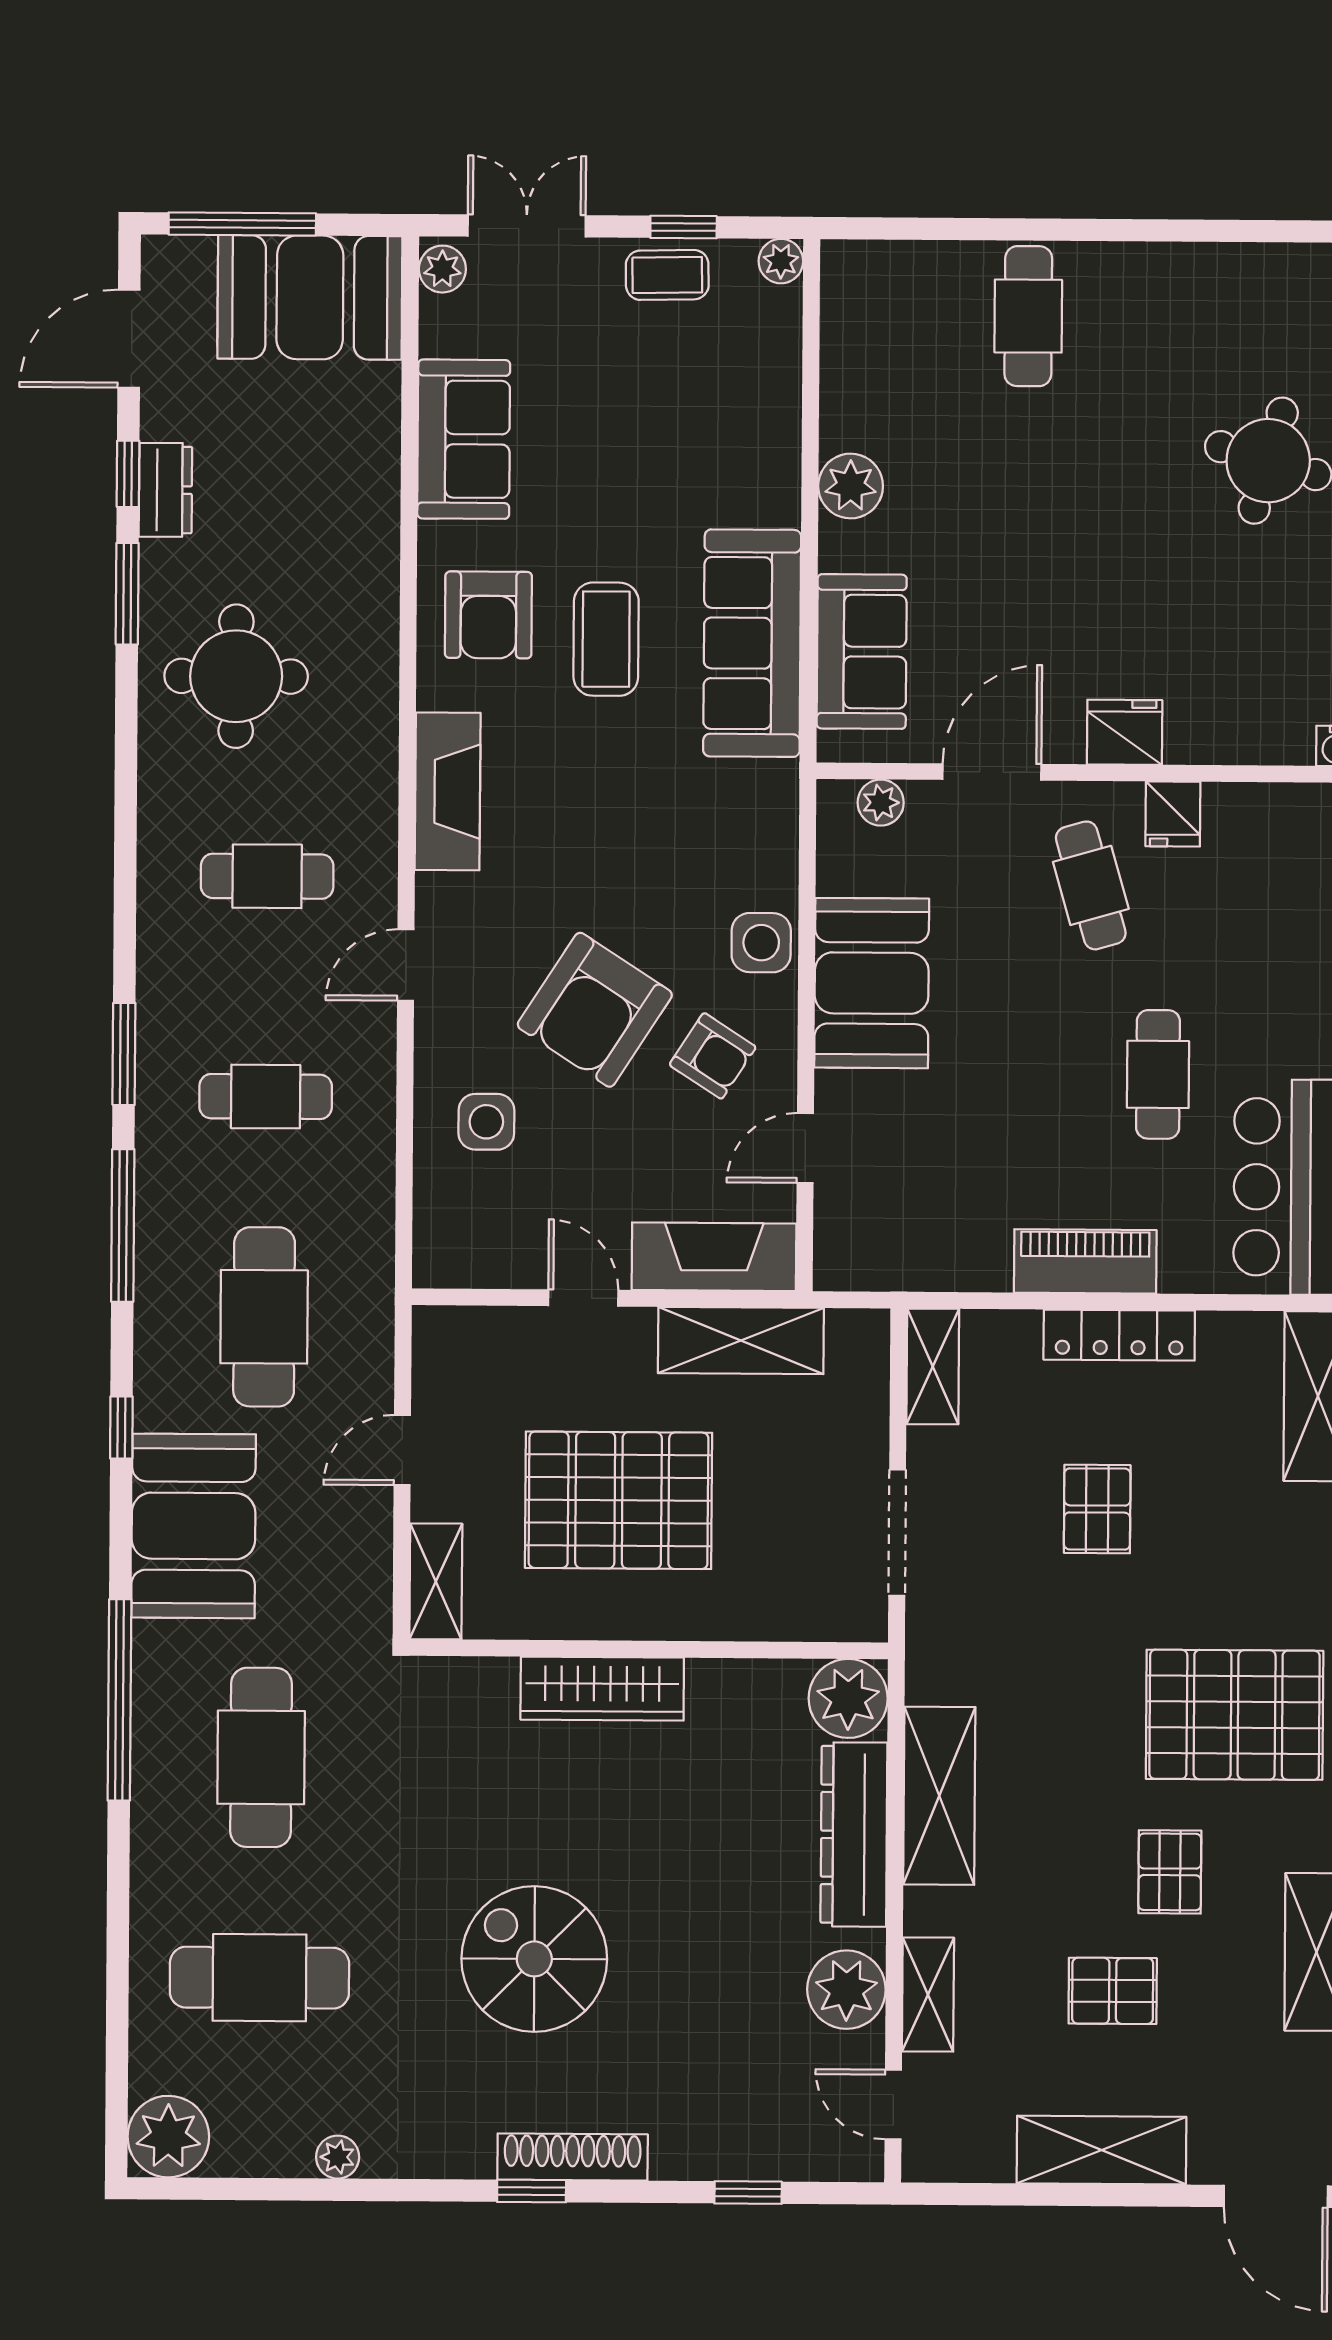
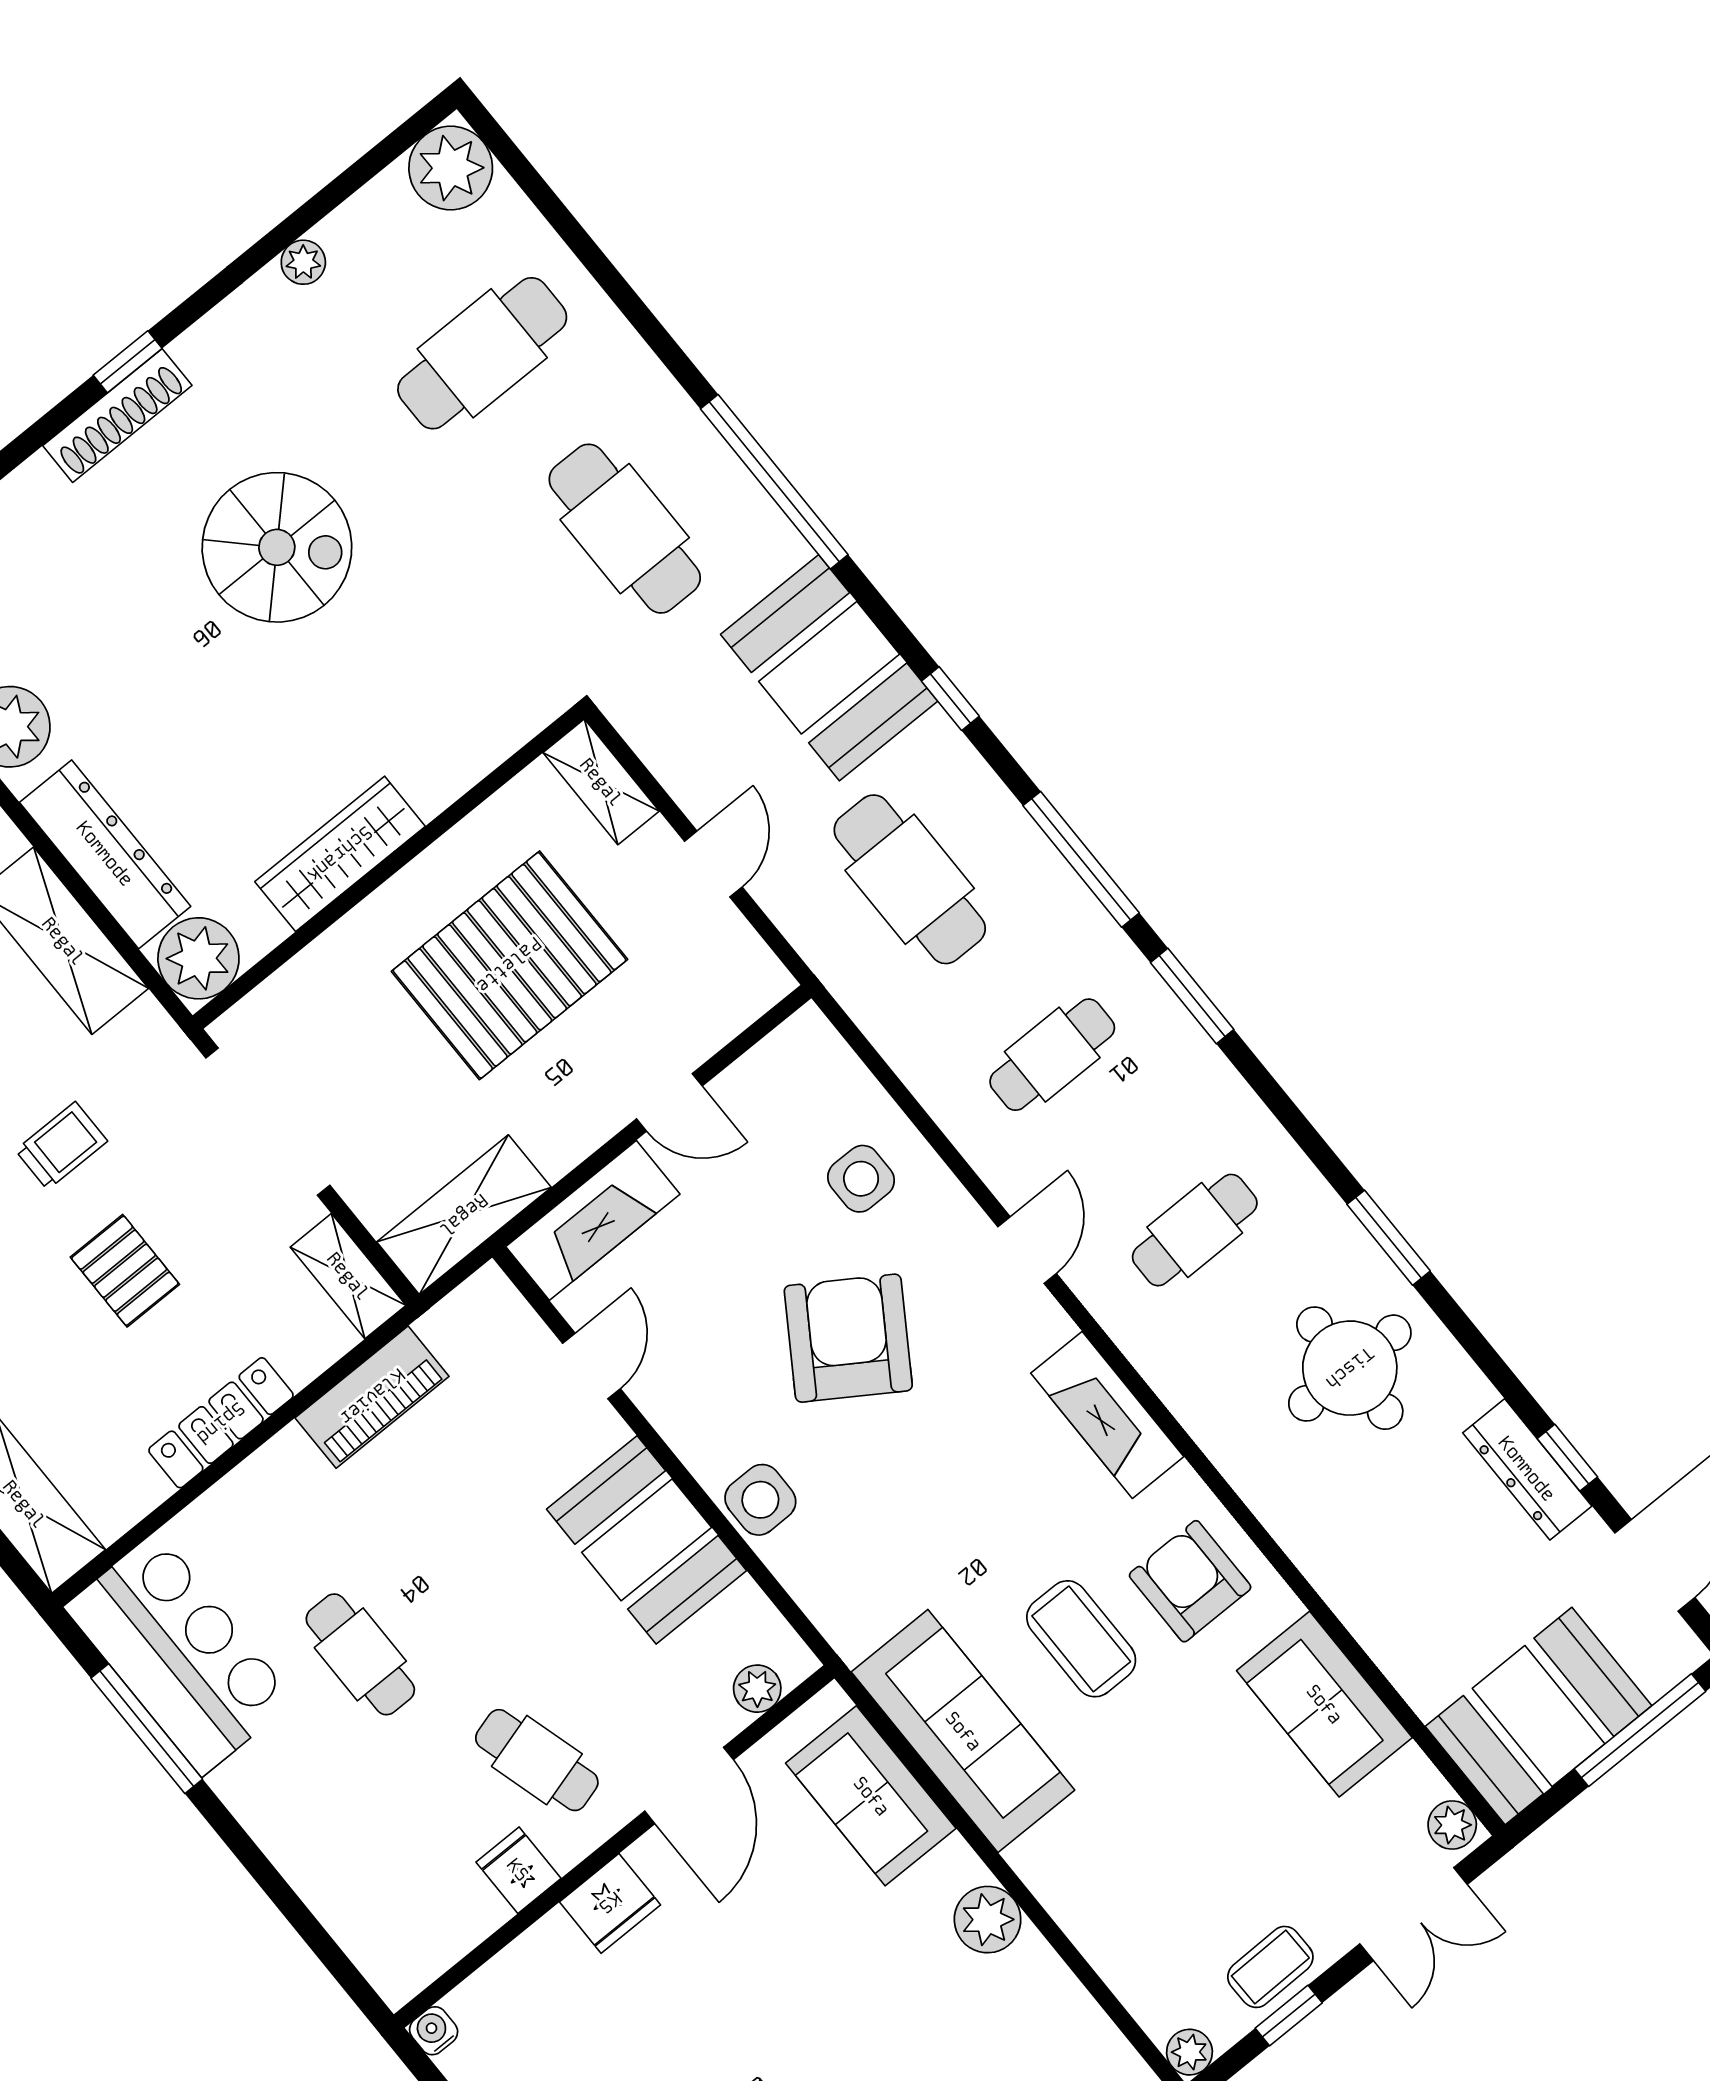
dresser: (165, 490) -> (1527, 1469), width x1.44
window: (127, 594) -> (1389, 1238), moved
armchair: (713, 1056) -> (725, 1378), removed
piano: (1085, 1261) -> (372, 1397), moved
shelving: (741, 1341) -> (464, 1215), moved
doorway: (897, 1533) -> (268, 1122), width x1.36
trolley: (1067, 1643) -> (61, 1146), added
wardrobe: (602, 1689) -> (340, 854), moved

